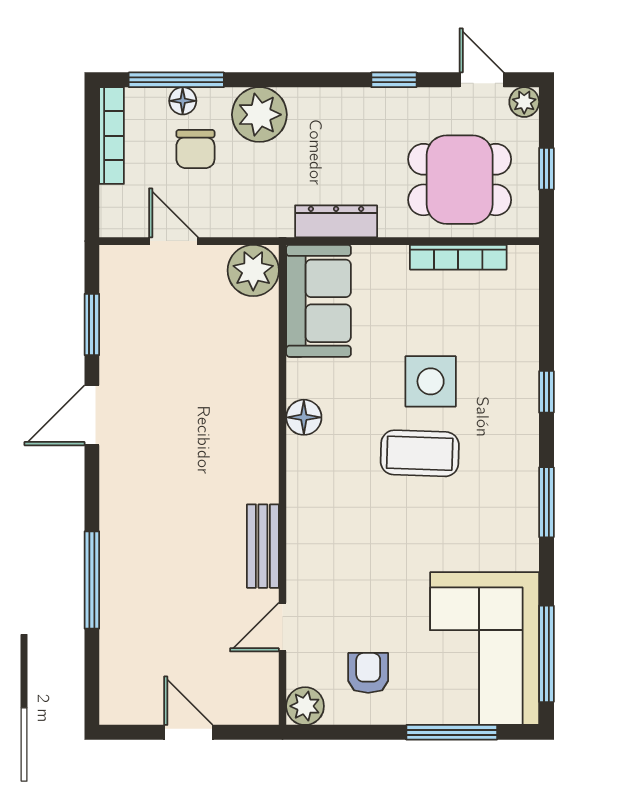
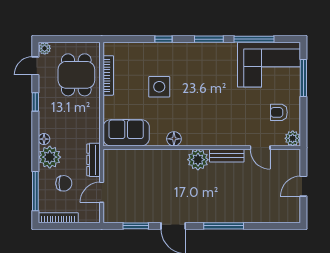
floor lamp: (183, 101) -> (44, 139), moved
window: (546, 169) -> (72, 39), removed
dresser: (336, 221) -> (94, 160), moved
plant: (253, 270) -> (198, 160), moved
coffee table: (420, 453) -> (189, 91), removed
window: (92, 580) -> (224, 226), moved
window: (546, 654) -> (254, 39), moved

